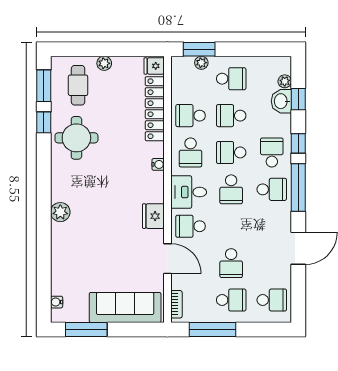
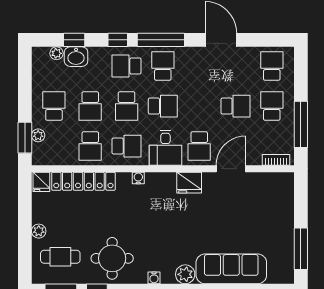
water cooler: (57, 302) -> (154, 278), moved
sofa: (125, 307) -> (231, 269), moved, turned 90

